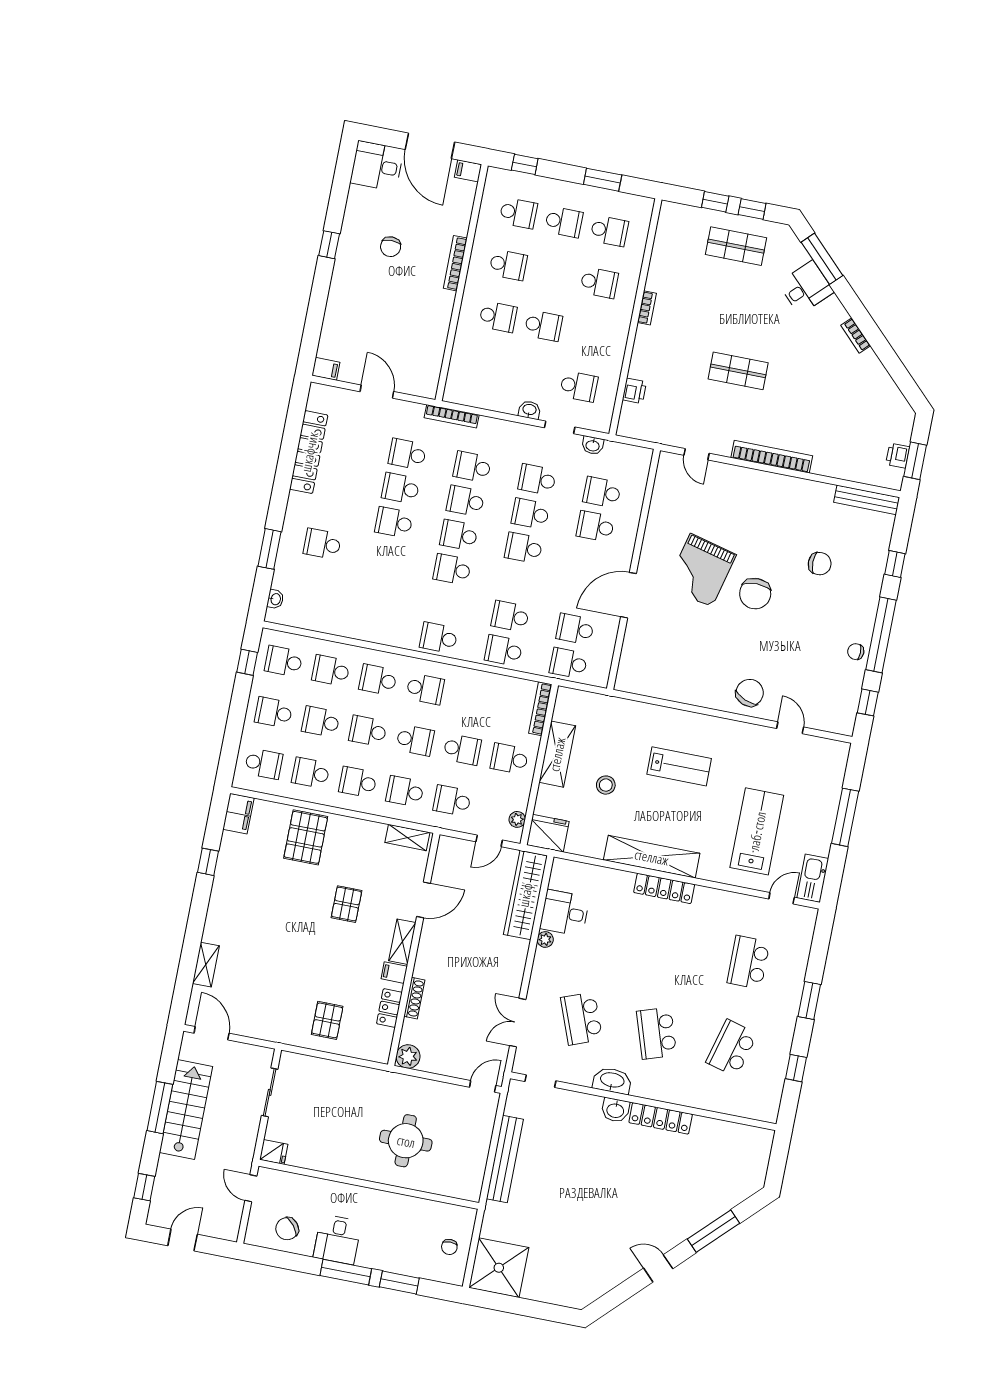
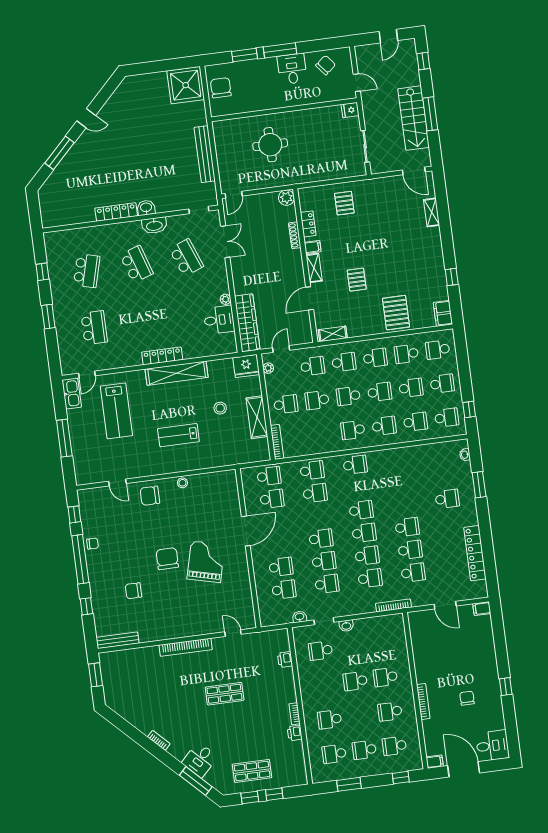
printer: (898, 456) -> (295, 733), moved, turned 180
chair: (750, 693) -> (150, 496), turned 68
stool: (696, 696) -> (182, 483), added
school desk: (311, 773) -> (406, 354), turned 180
chair: (449, 1247) -> (221, 88), width x1.87, depth x1.87

